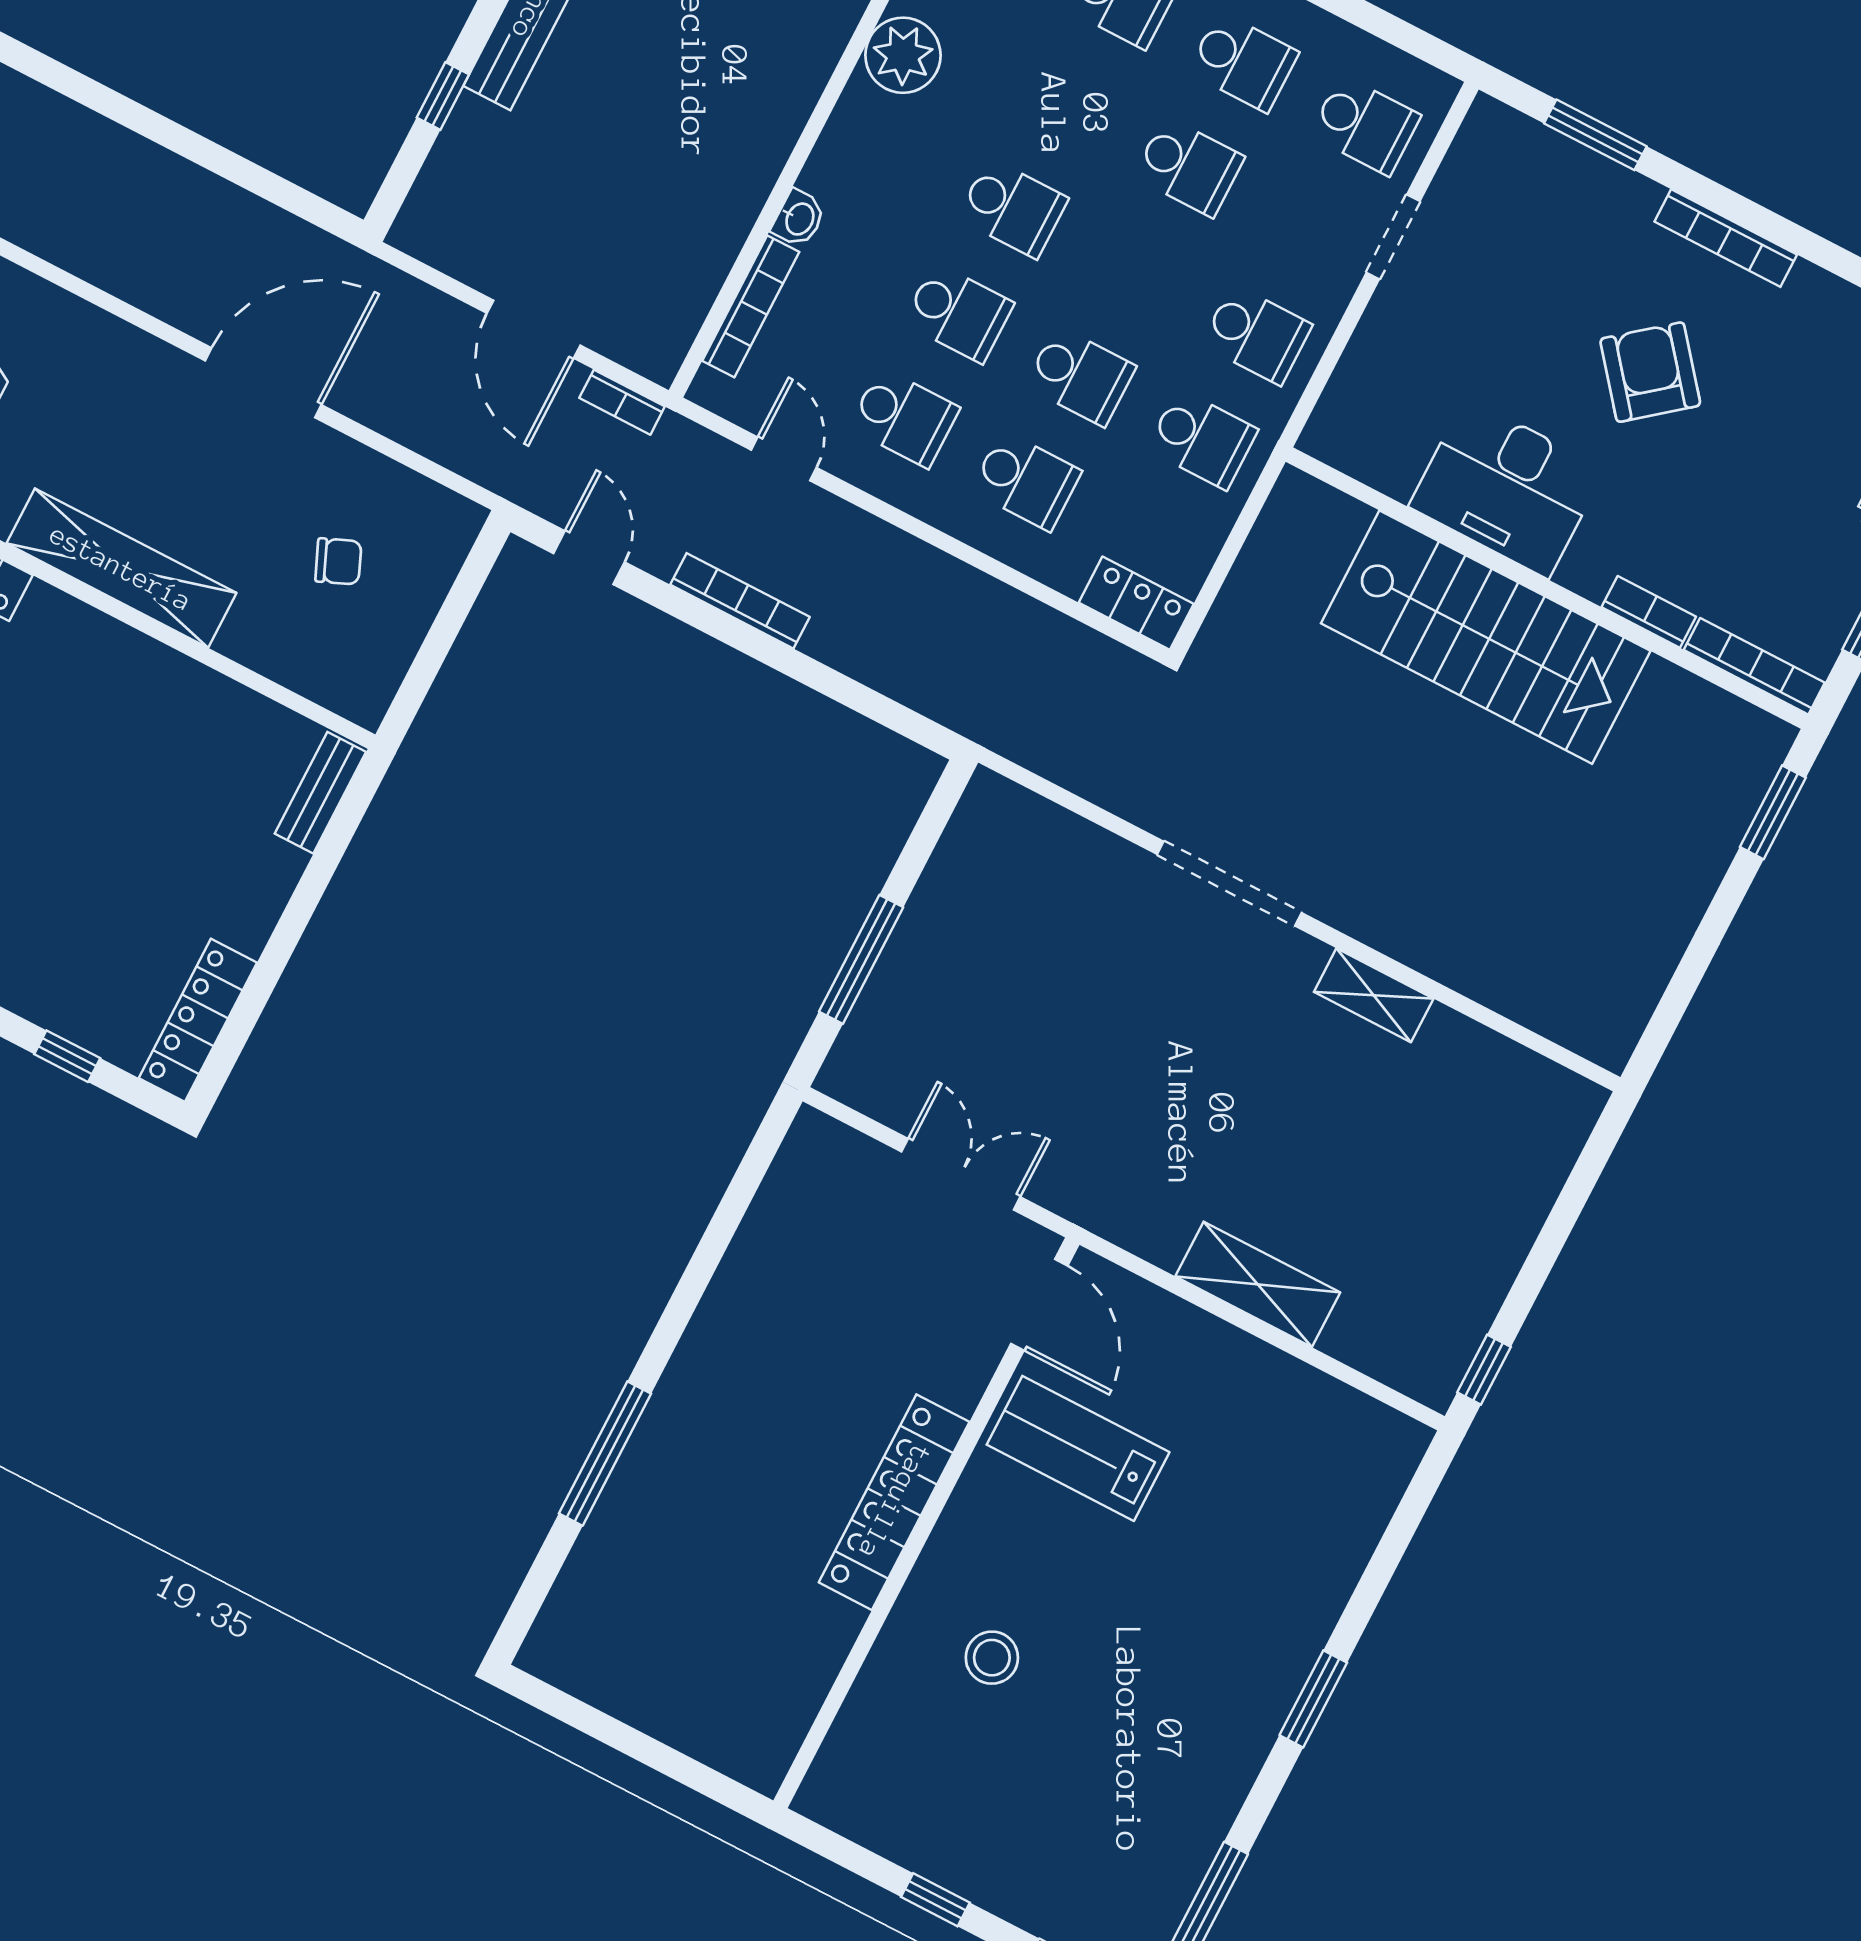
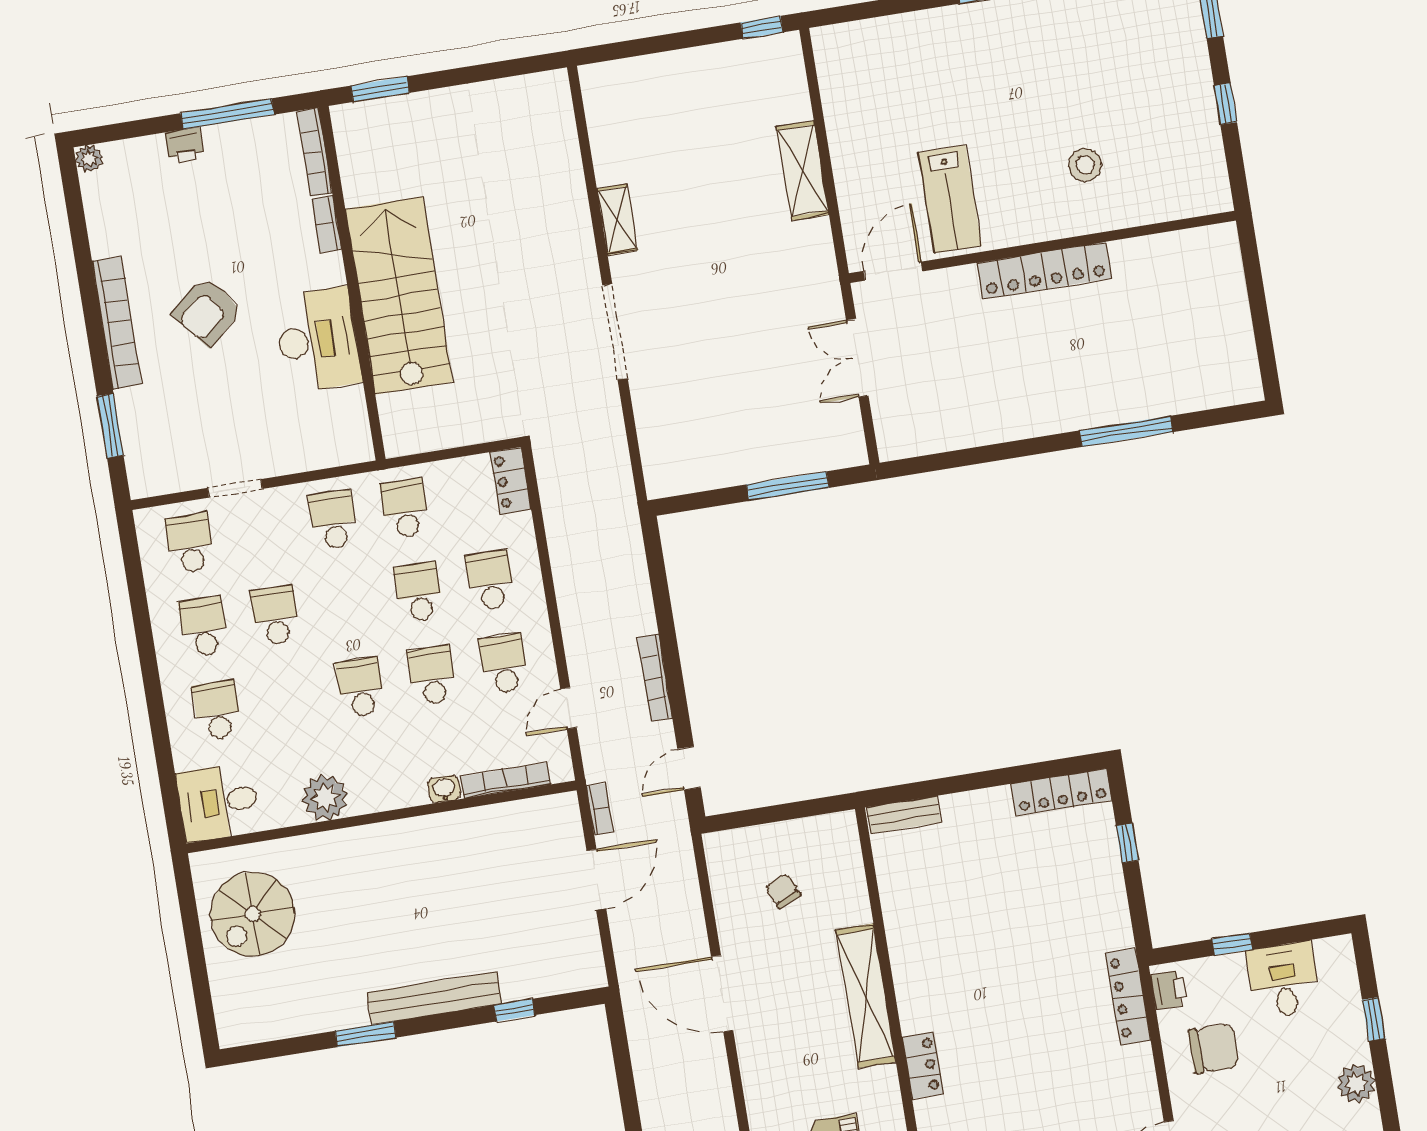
bookcase: (1726, 238) -> (117, 323), width x1.48, depth x1.31

